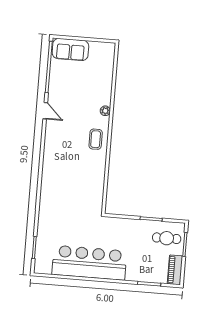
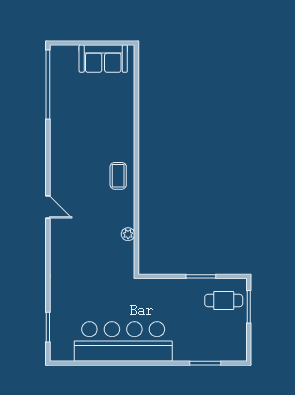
sofa: (70, 49) -> (103, 59), moved
door: (45, 111) -> (48, 207), moved
plant: (105, 111) -> (128, 234), moved
piano: (175, 270) -> (238, 342), removed

